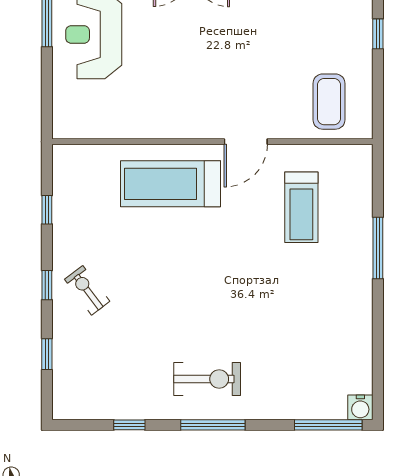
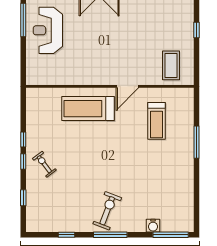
window: (47, 210) -> (23, 140), moved
exercise bike: (207, 379) -> (107, 211), turned -69
water cooler: (360, 407) -> (153, 226), moved

